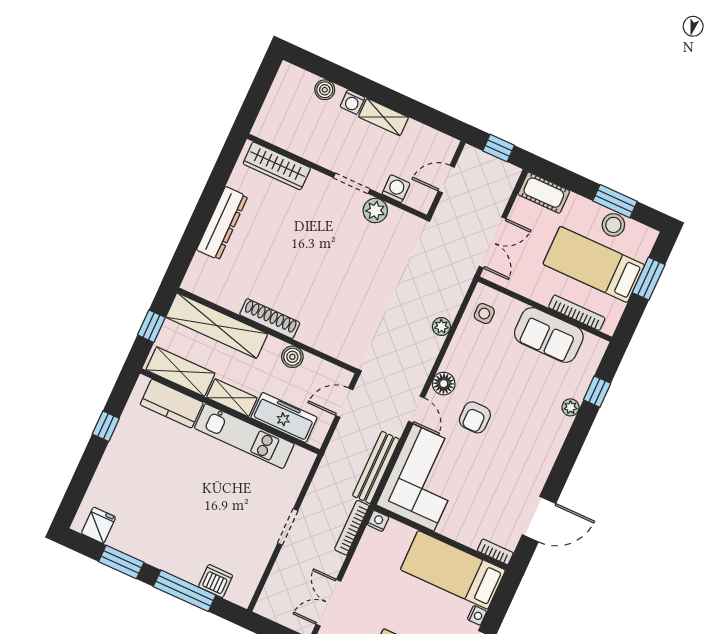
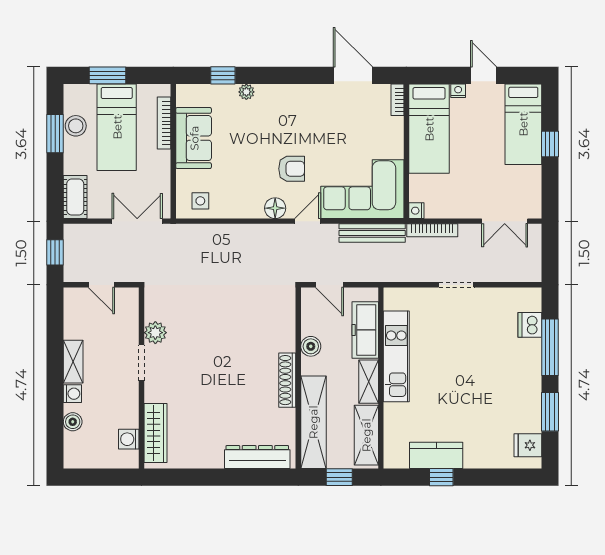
washing machine: (396, 189) -> (129, 439), moved
dresser: (222, 223) -> (257, 457), moved
plant: (441, 326) -> (228, 232), removed
kitchen counter: (172, 404) -> (436, 455), moved, turned -90

